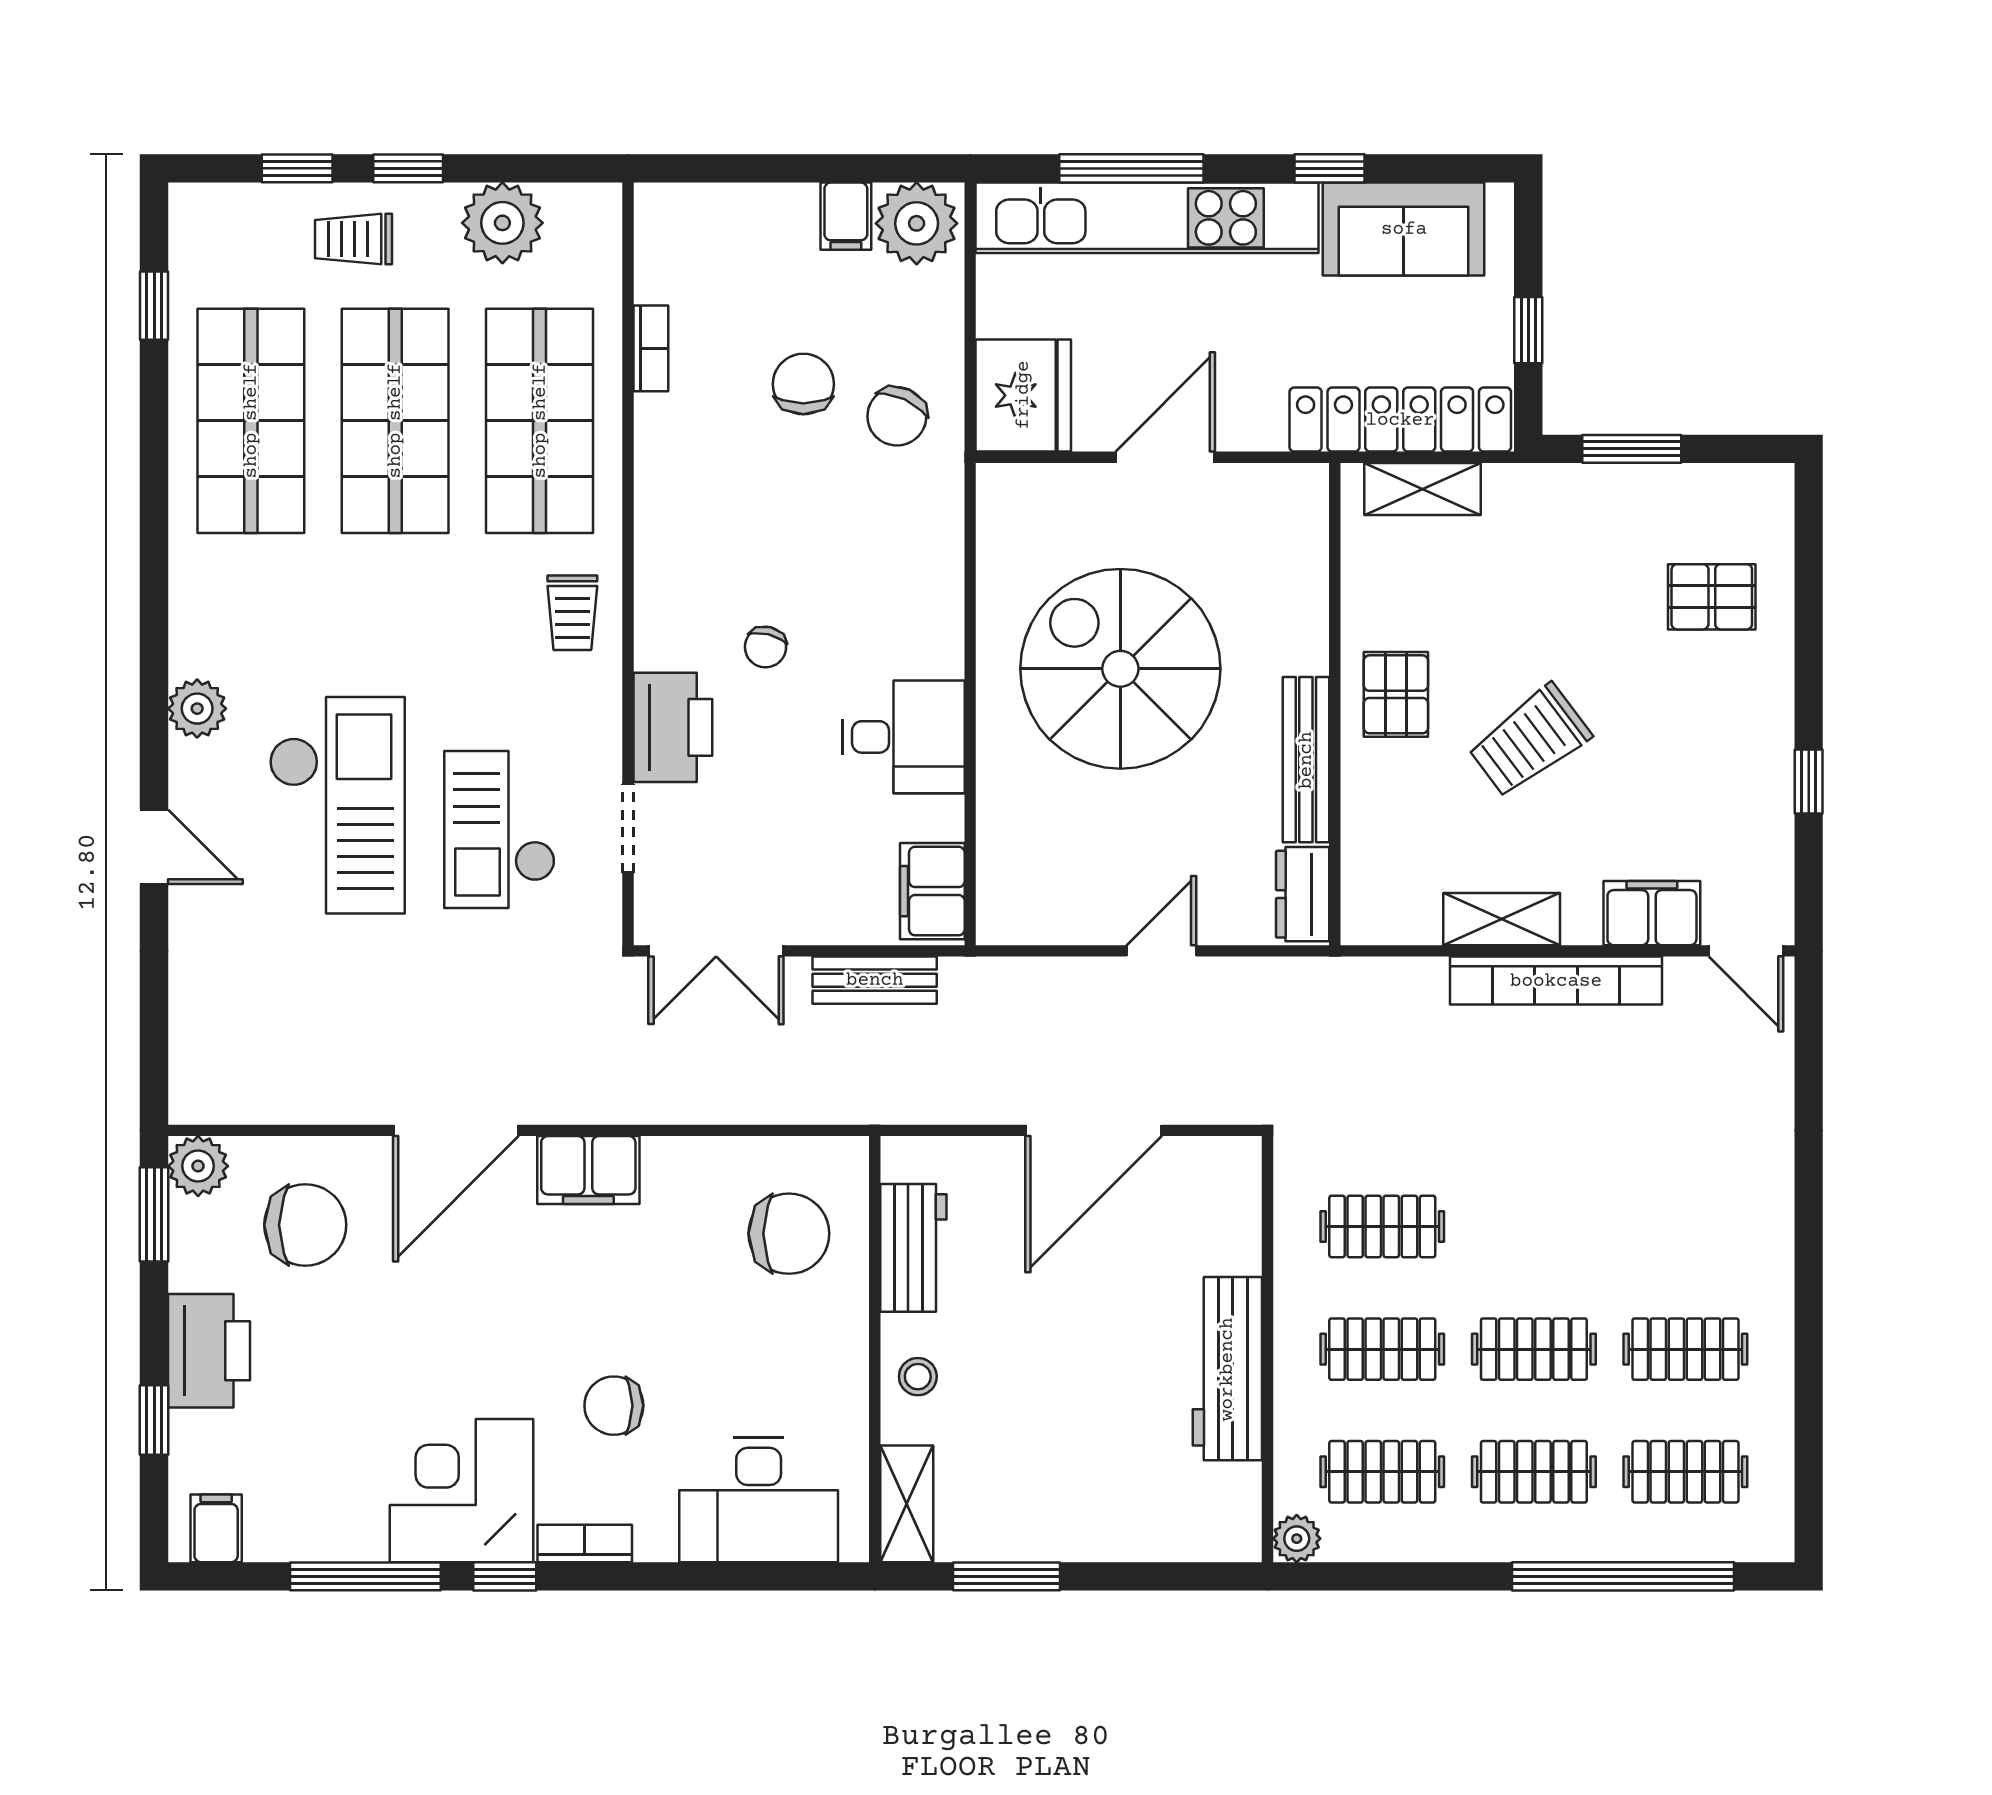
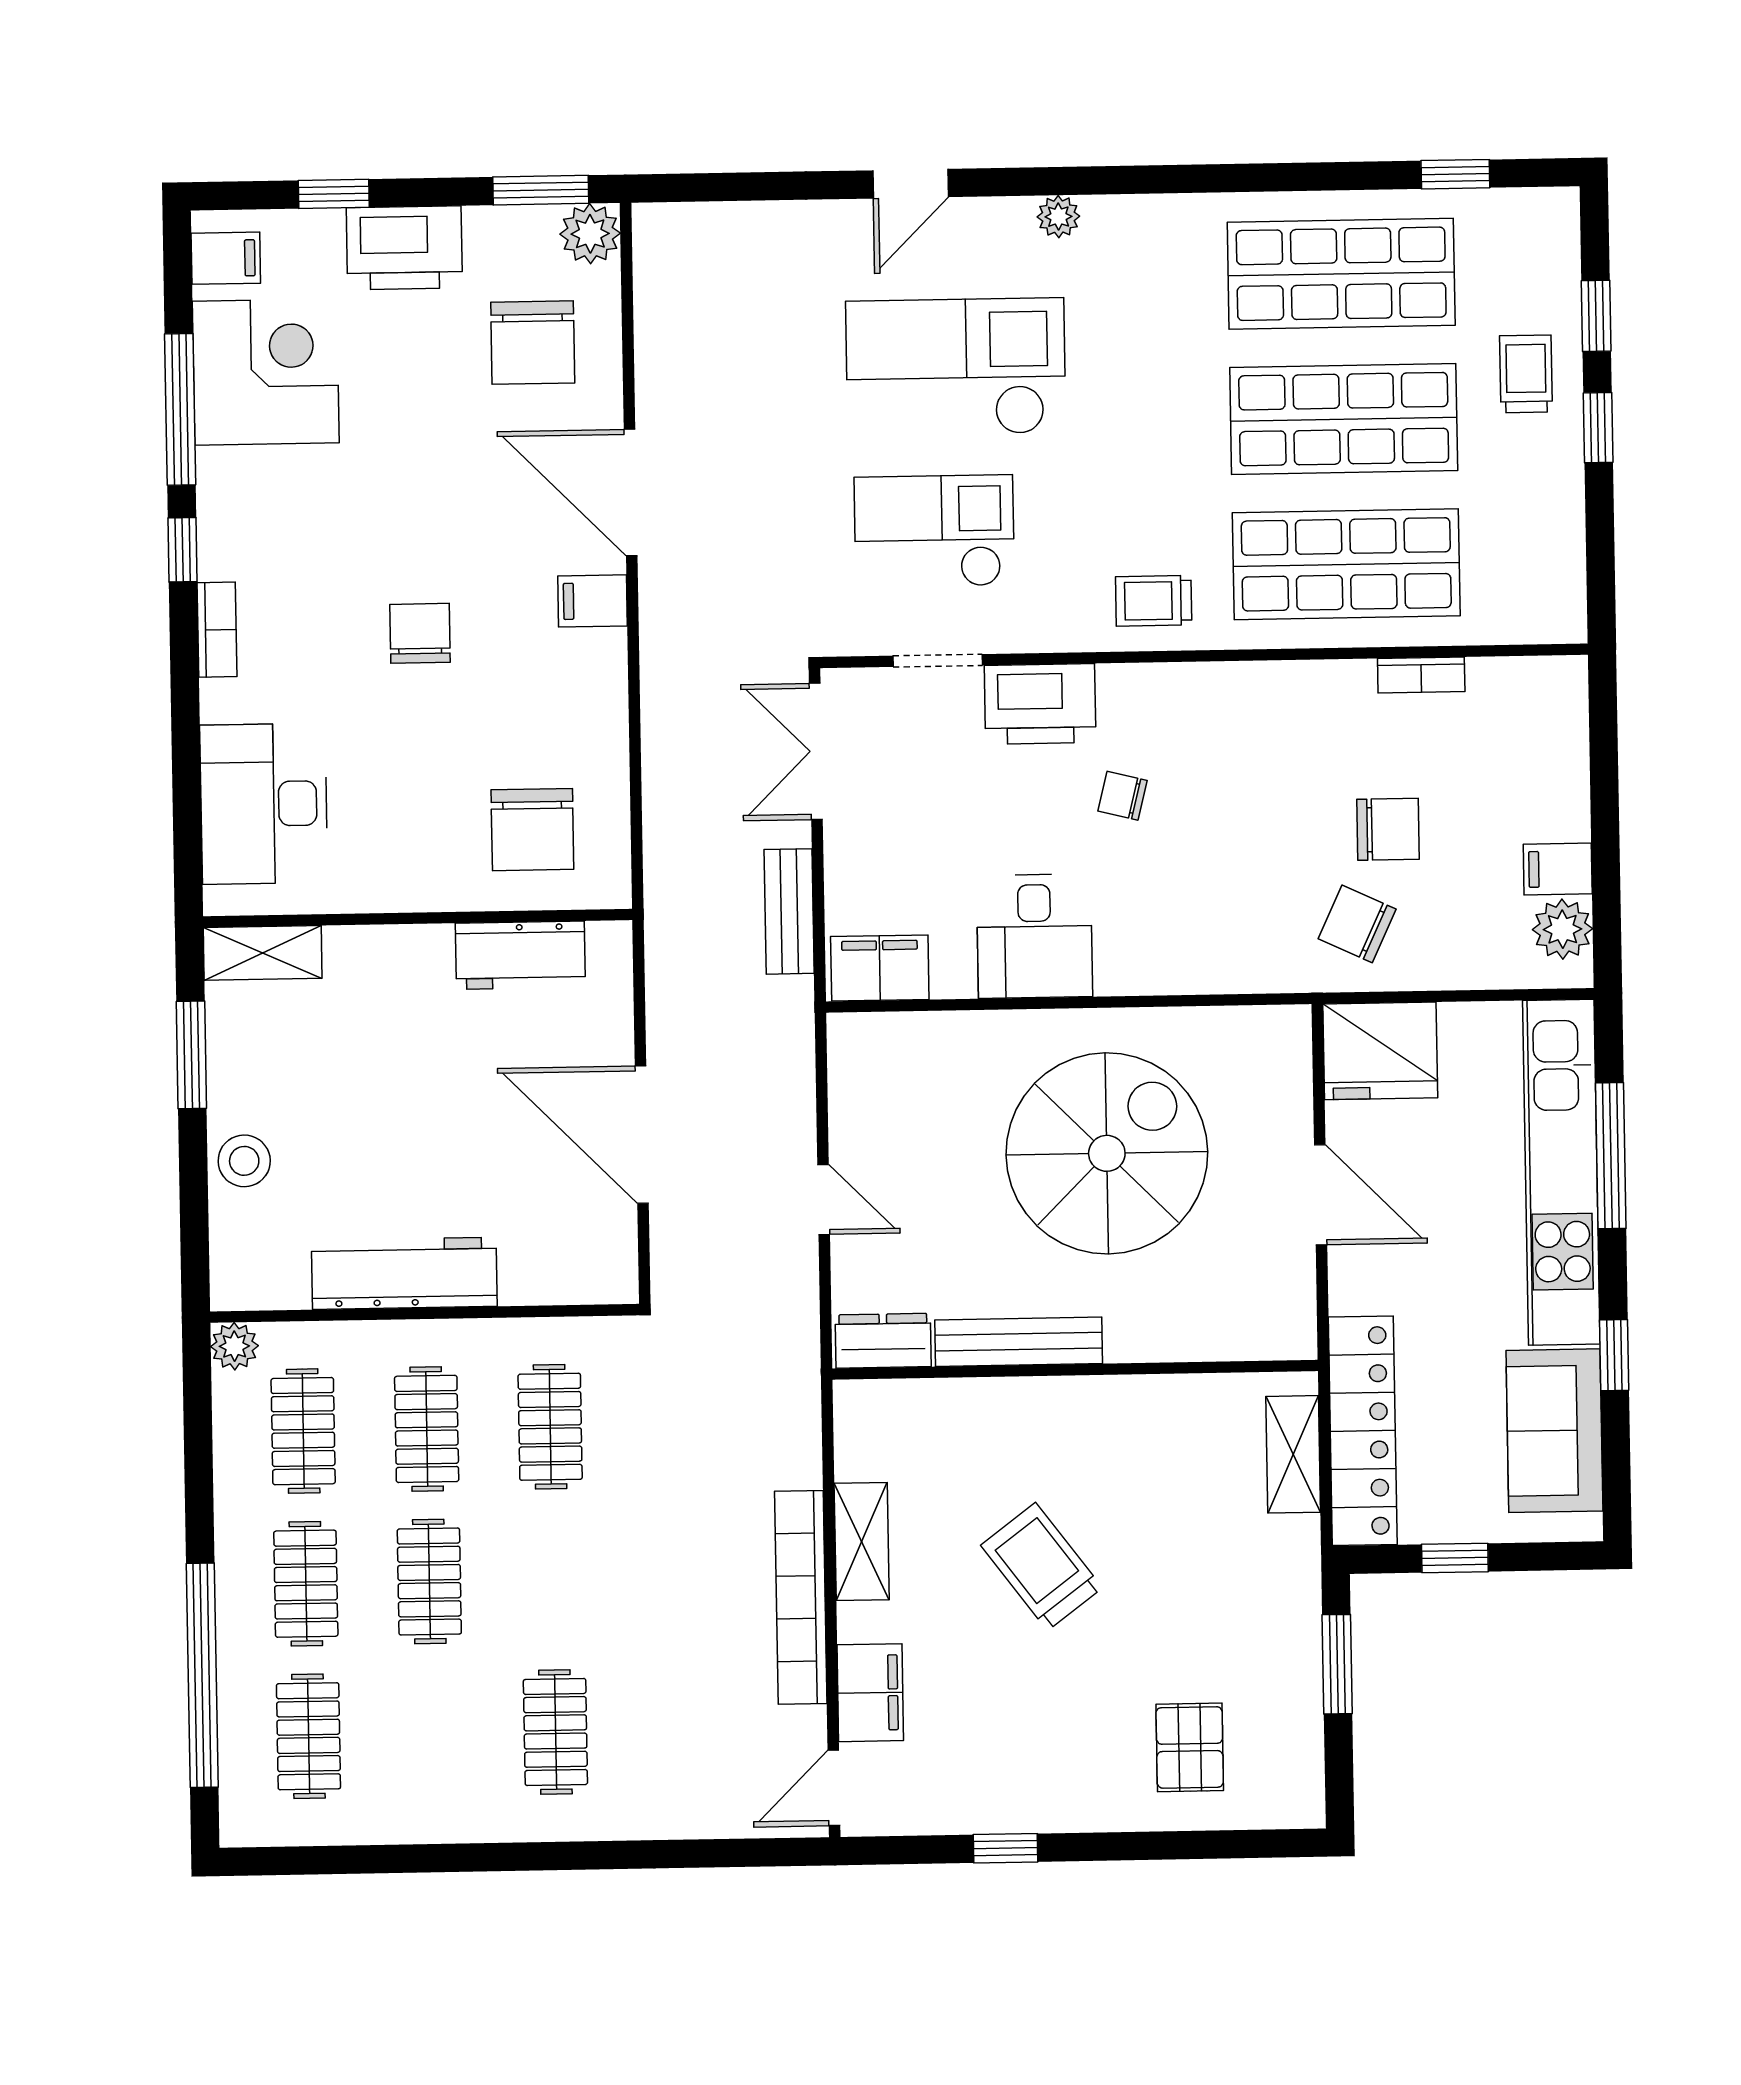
plant: (502, 223) -> (1545, 523), removed
plant: (917, 223) -> (1562, 929), width x0.73, depth x0.73
pallet: (1396, 694) -> (1086, 1431), removed
plant: (197, 709) -> (1058, 217), width x0.73, depth x0.73
checkout: (337, 805) -> (956, 367), turned 180
filing cabinet: (588, 1170) -> (593, 601), width x0.50
clothes rail: (1685, 1349) -> (555, 1732), moved
stool: (918, 1377) -> (244, 1161), moved, width x1.37, depth x1.37
chair: (614, 1406) -> (420, 633), moved
corner desk: (462, 1491) -> (266, 372), moved

